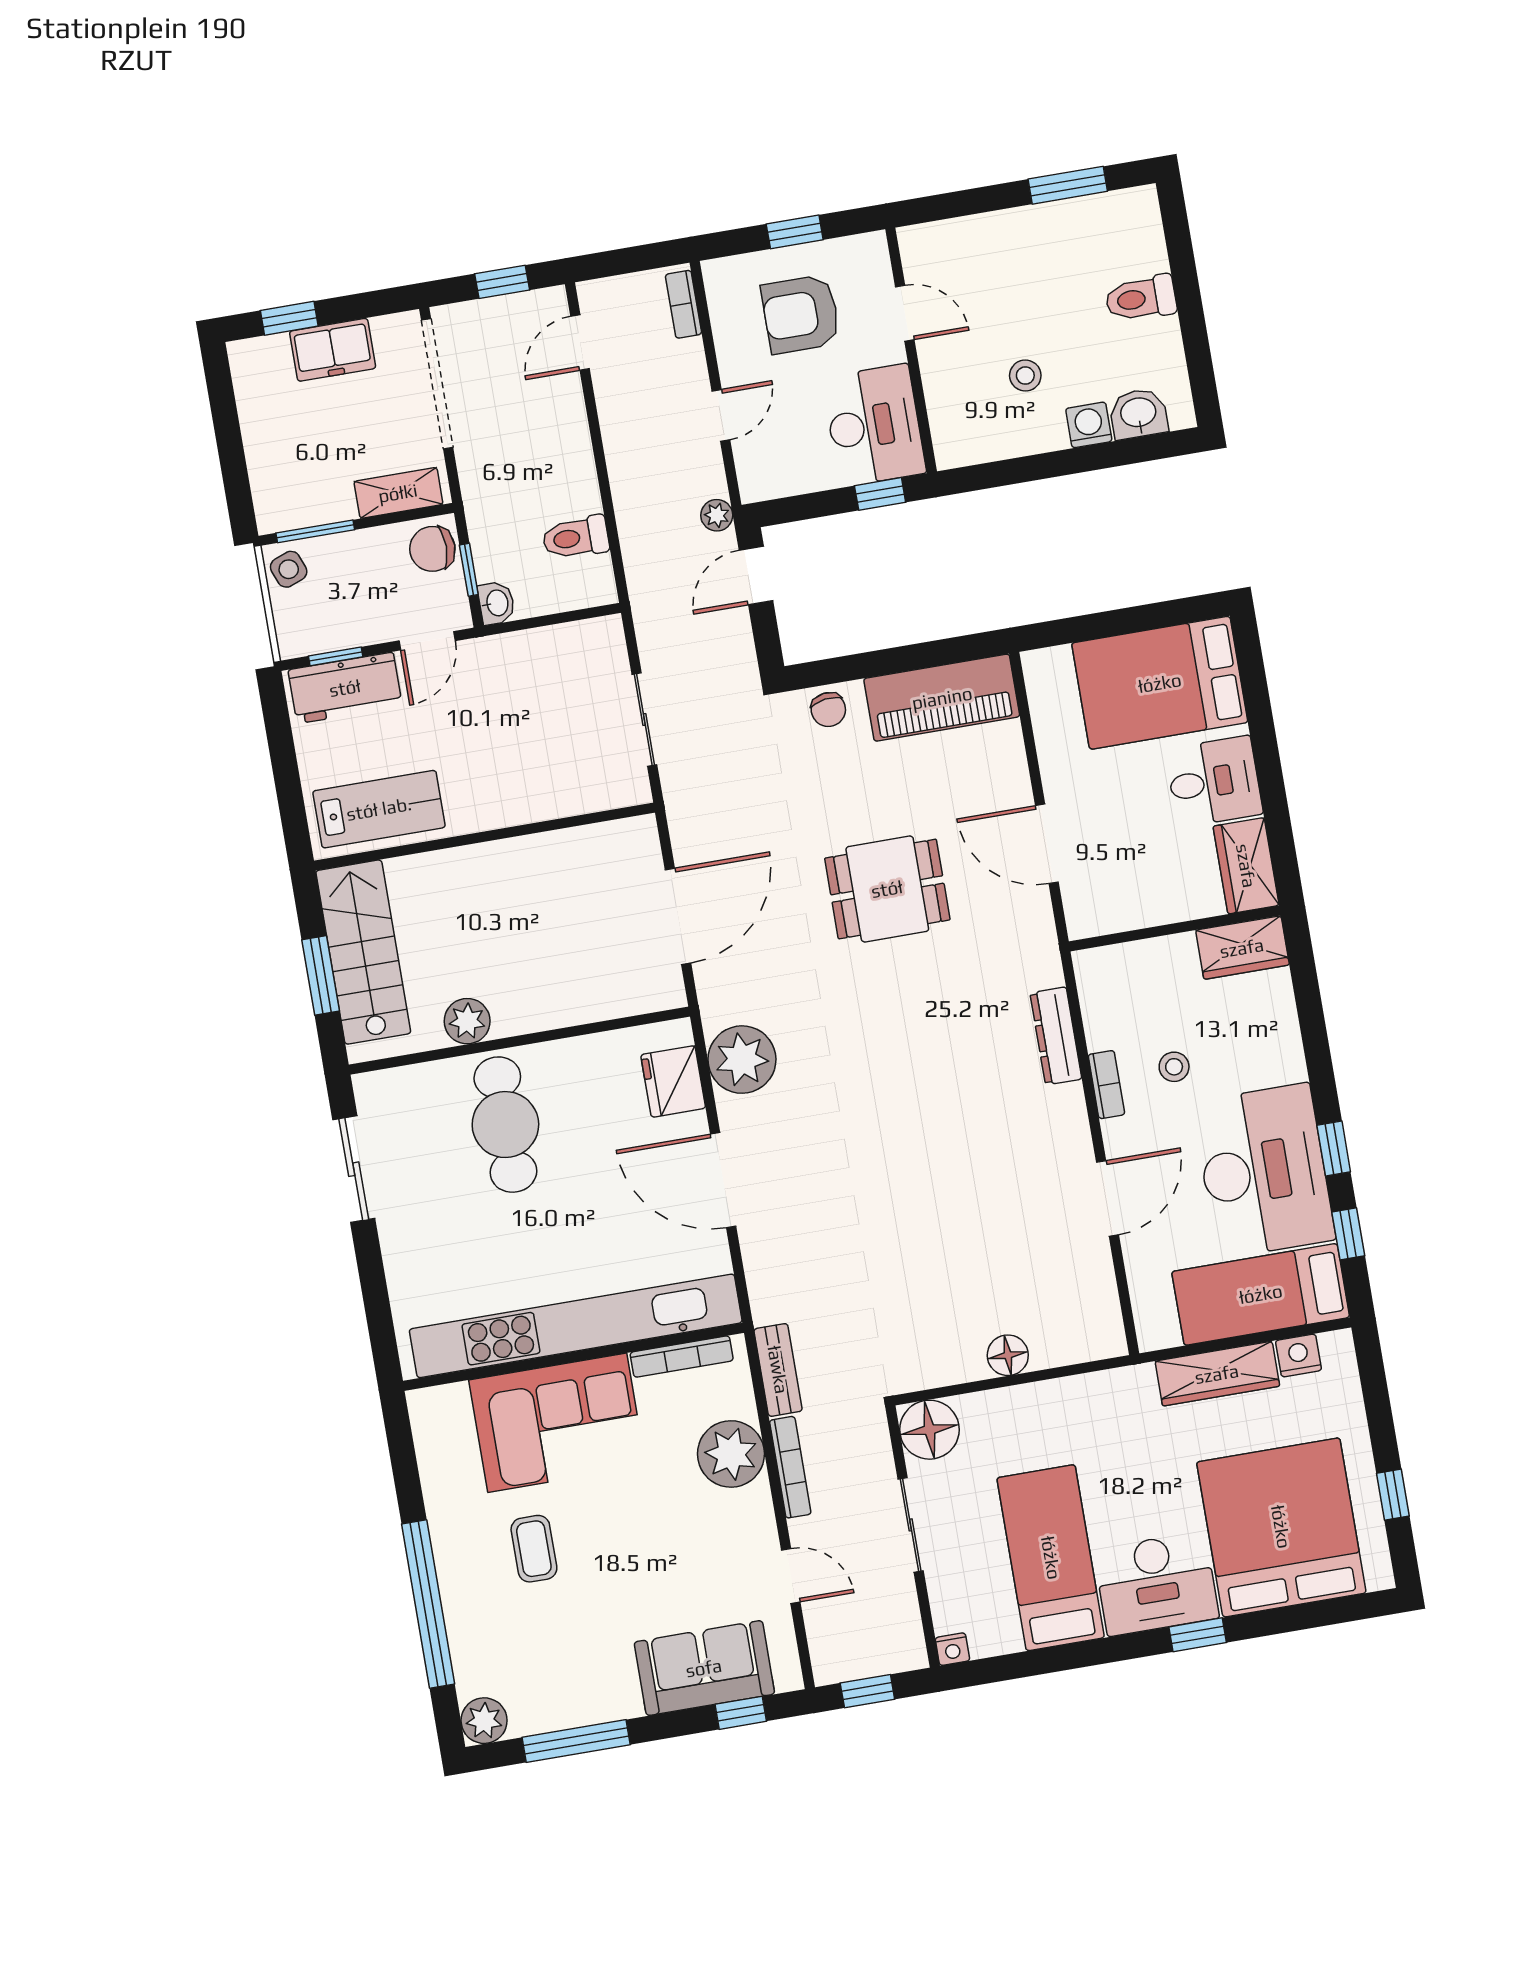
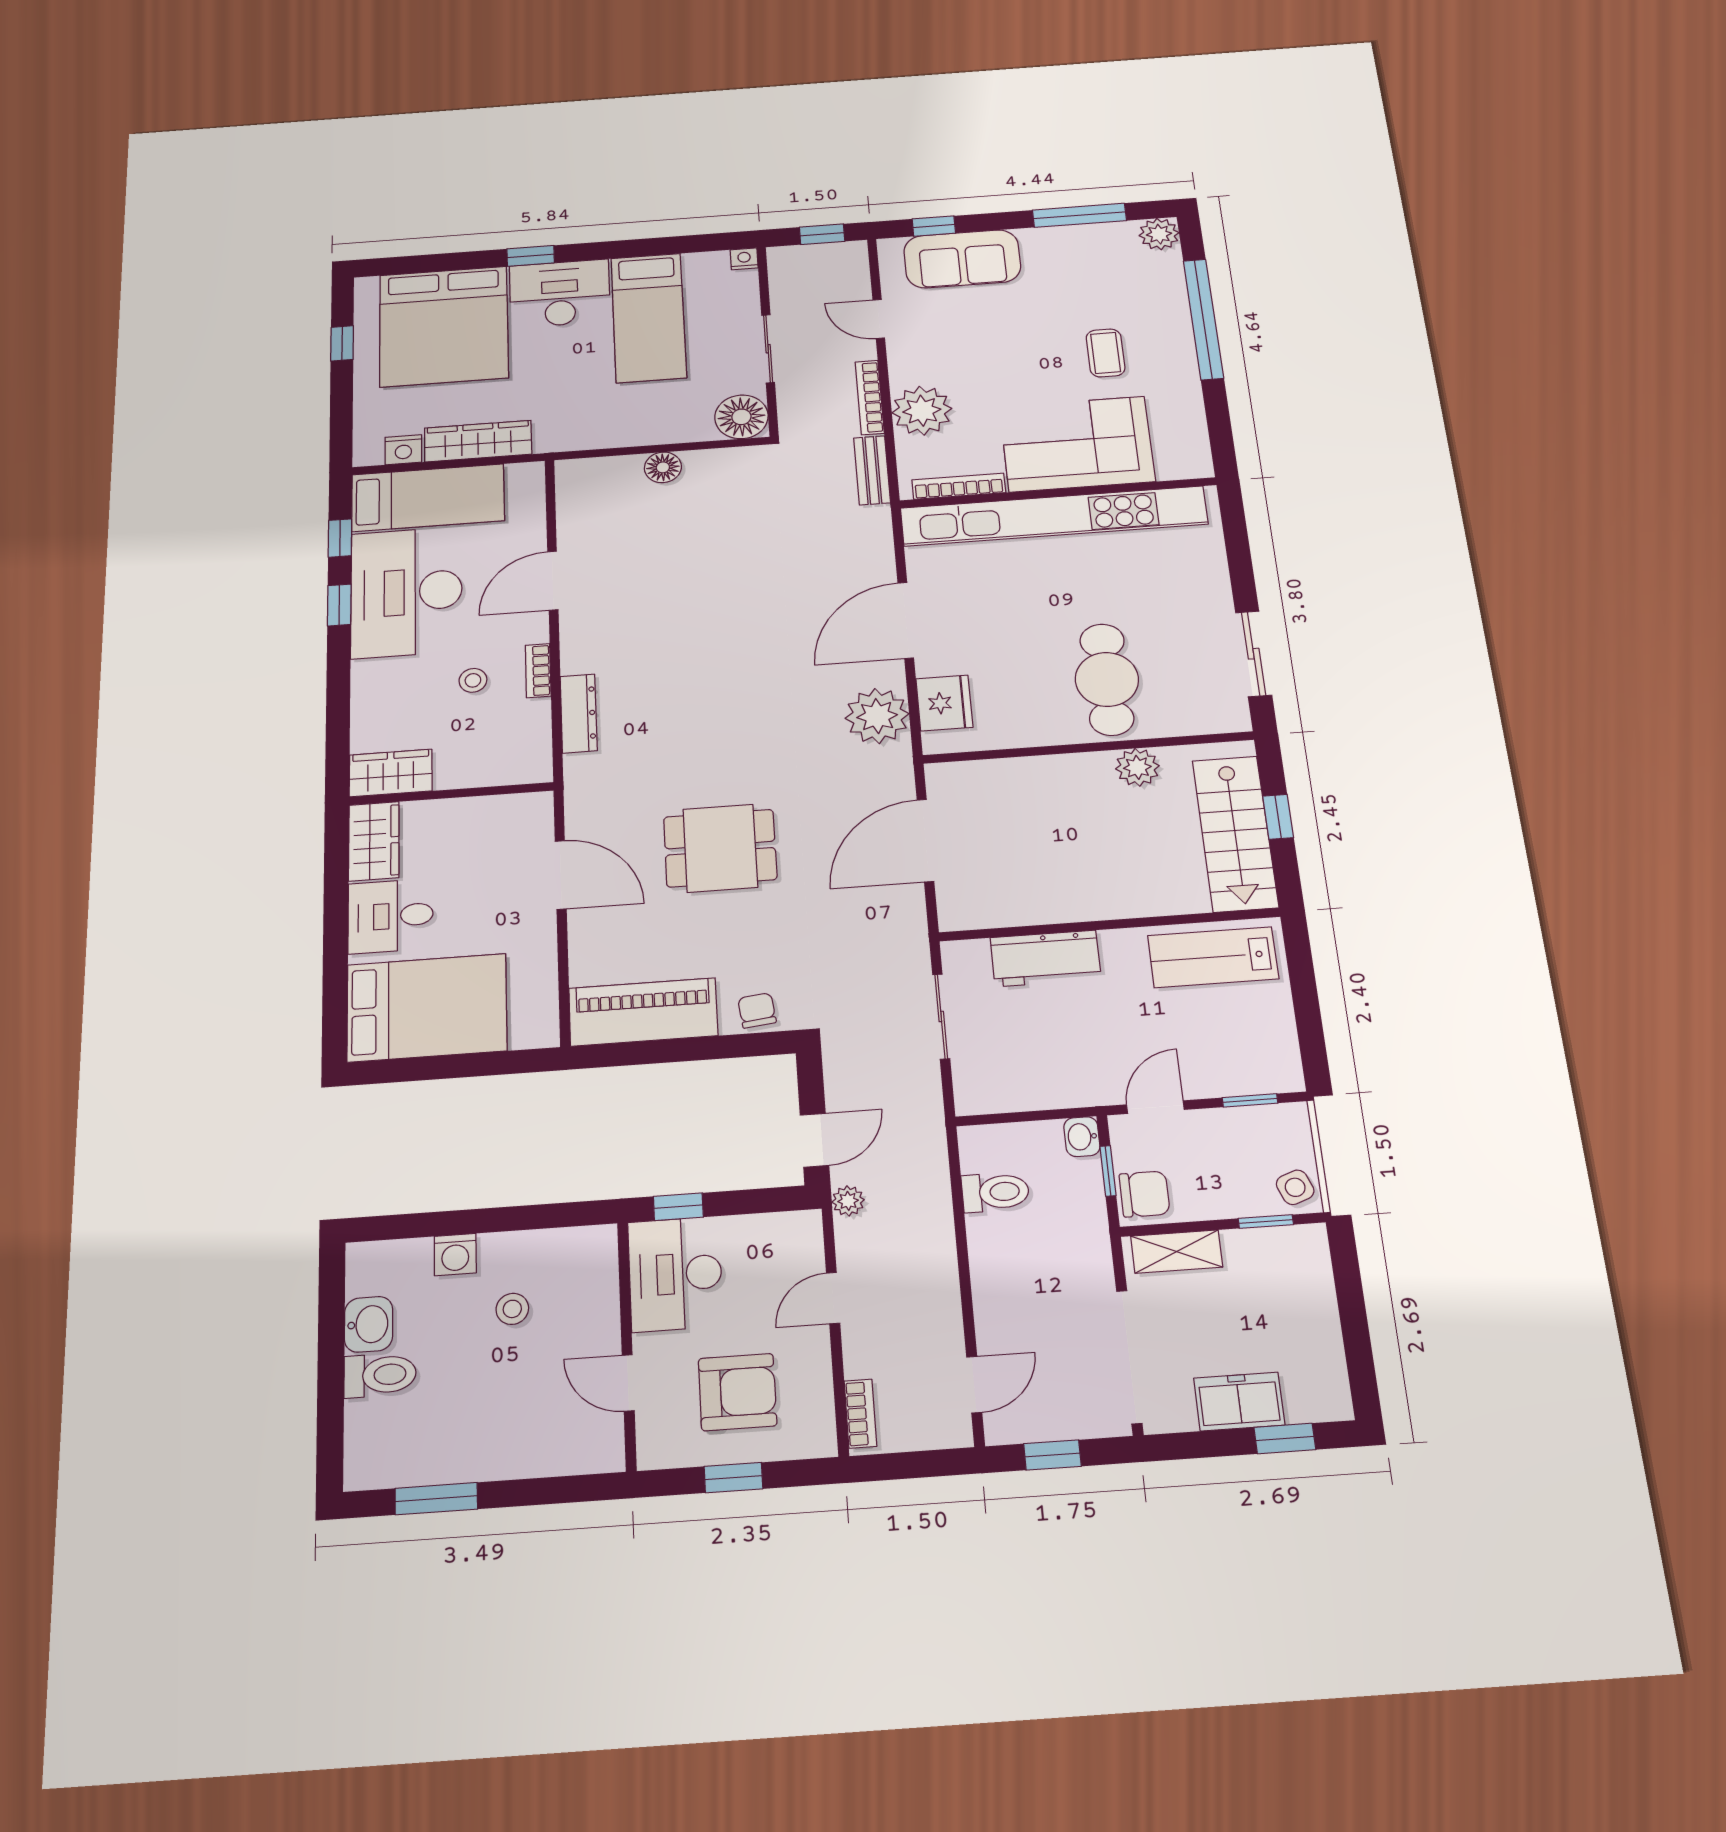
washbasin: (1138, 414) -> (369, 1324), moved, turned -90
window: (315, 531) -> (1266, 1222), width x0.67
workbench: (345, 688) -> (1046, 958), moved, turned 180
window: (321, 975) -> (1278, 817), width x0.67
door: (723, 1180) -> (906, 620), swing flipped

